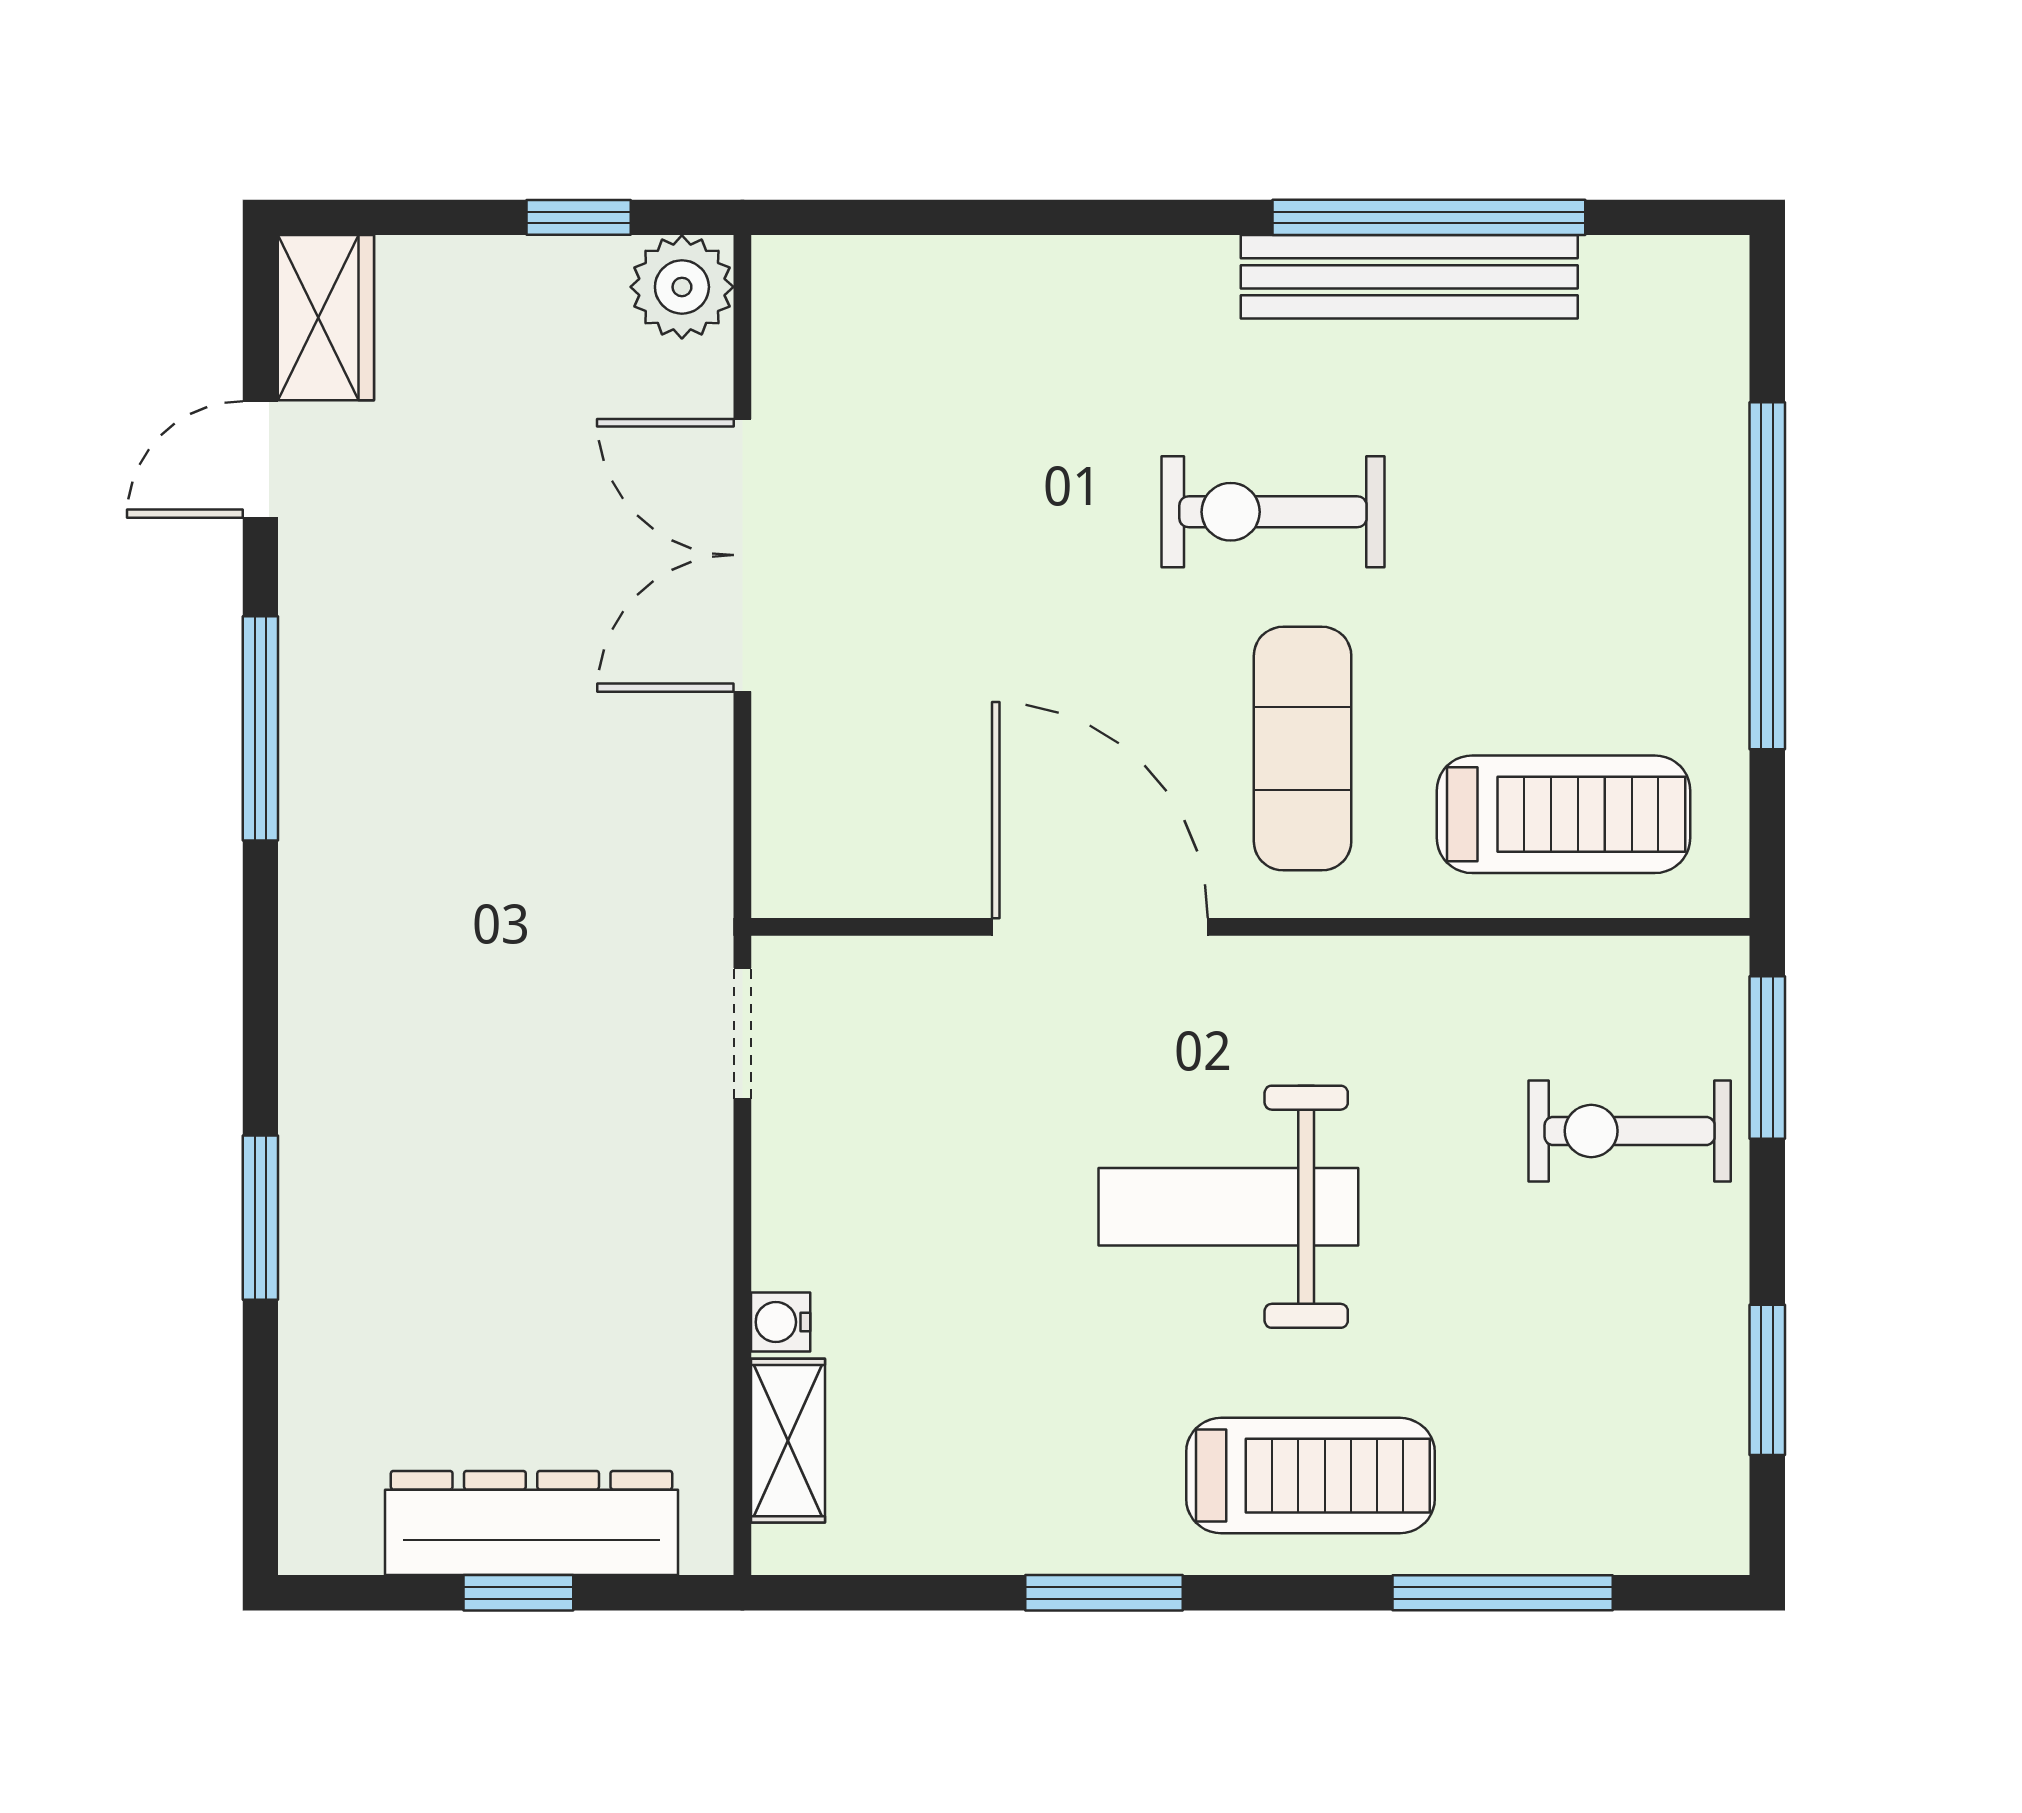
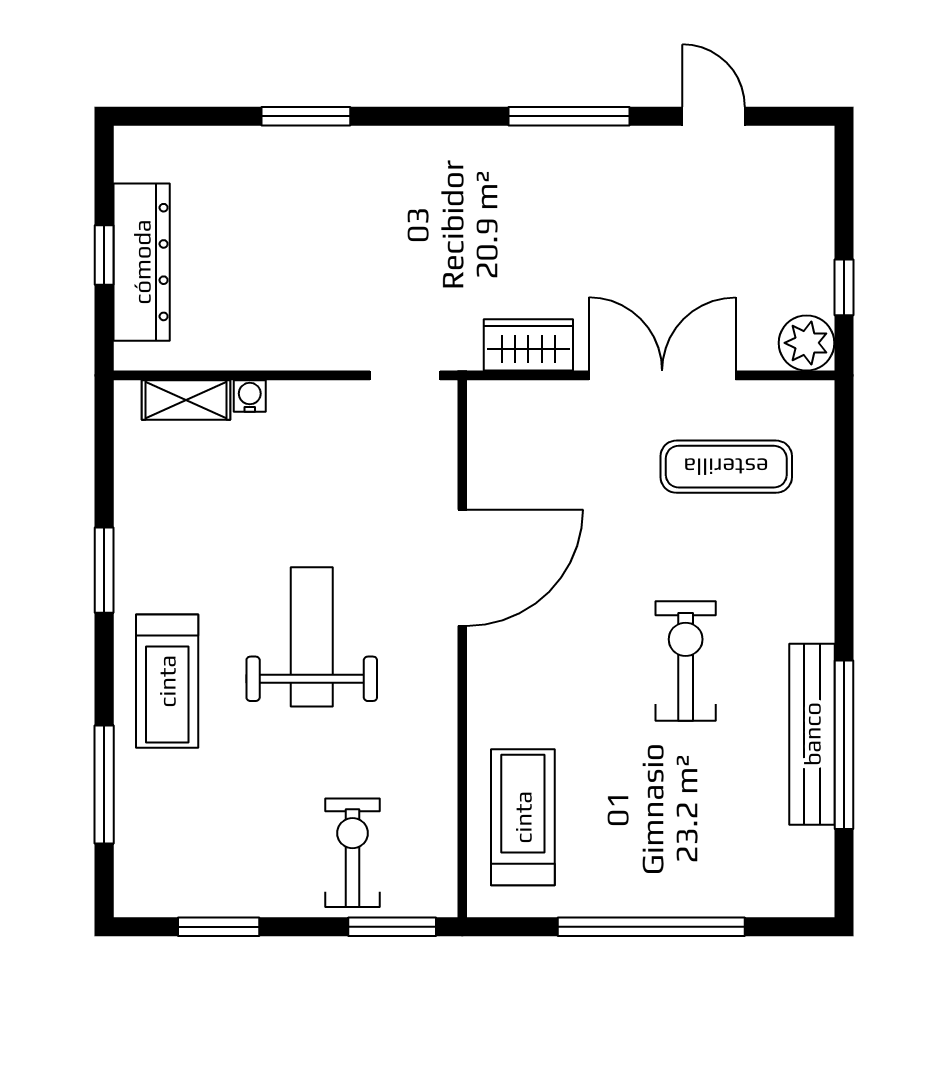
wardrobe: (326, 318) -> (528, 345), moved, turned 180
exercise mat: (1303, 749) -> (726, 467), moved
treadmill: (1564, 814) -> (523, 817), turned 180

